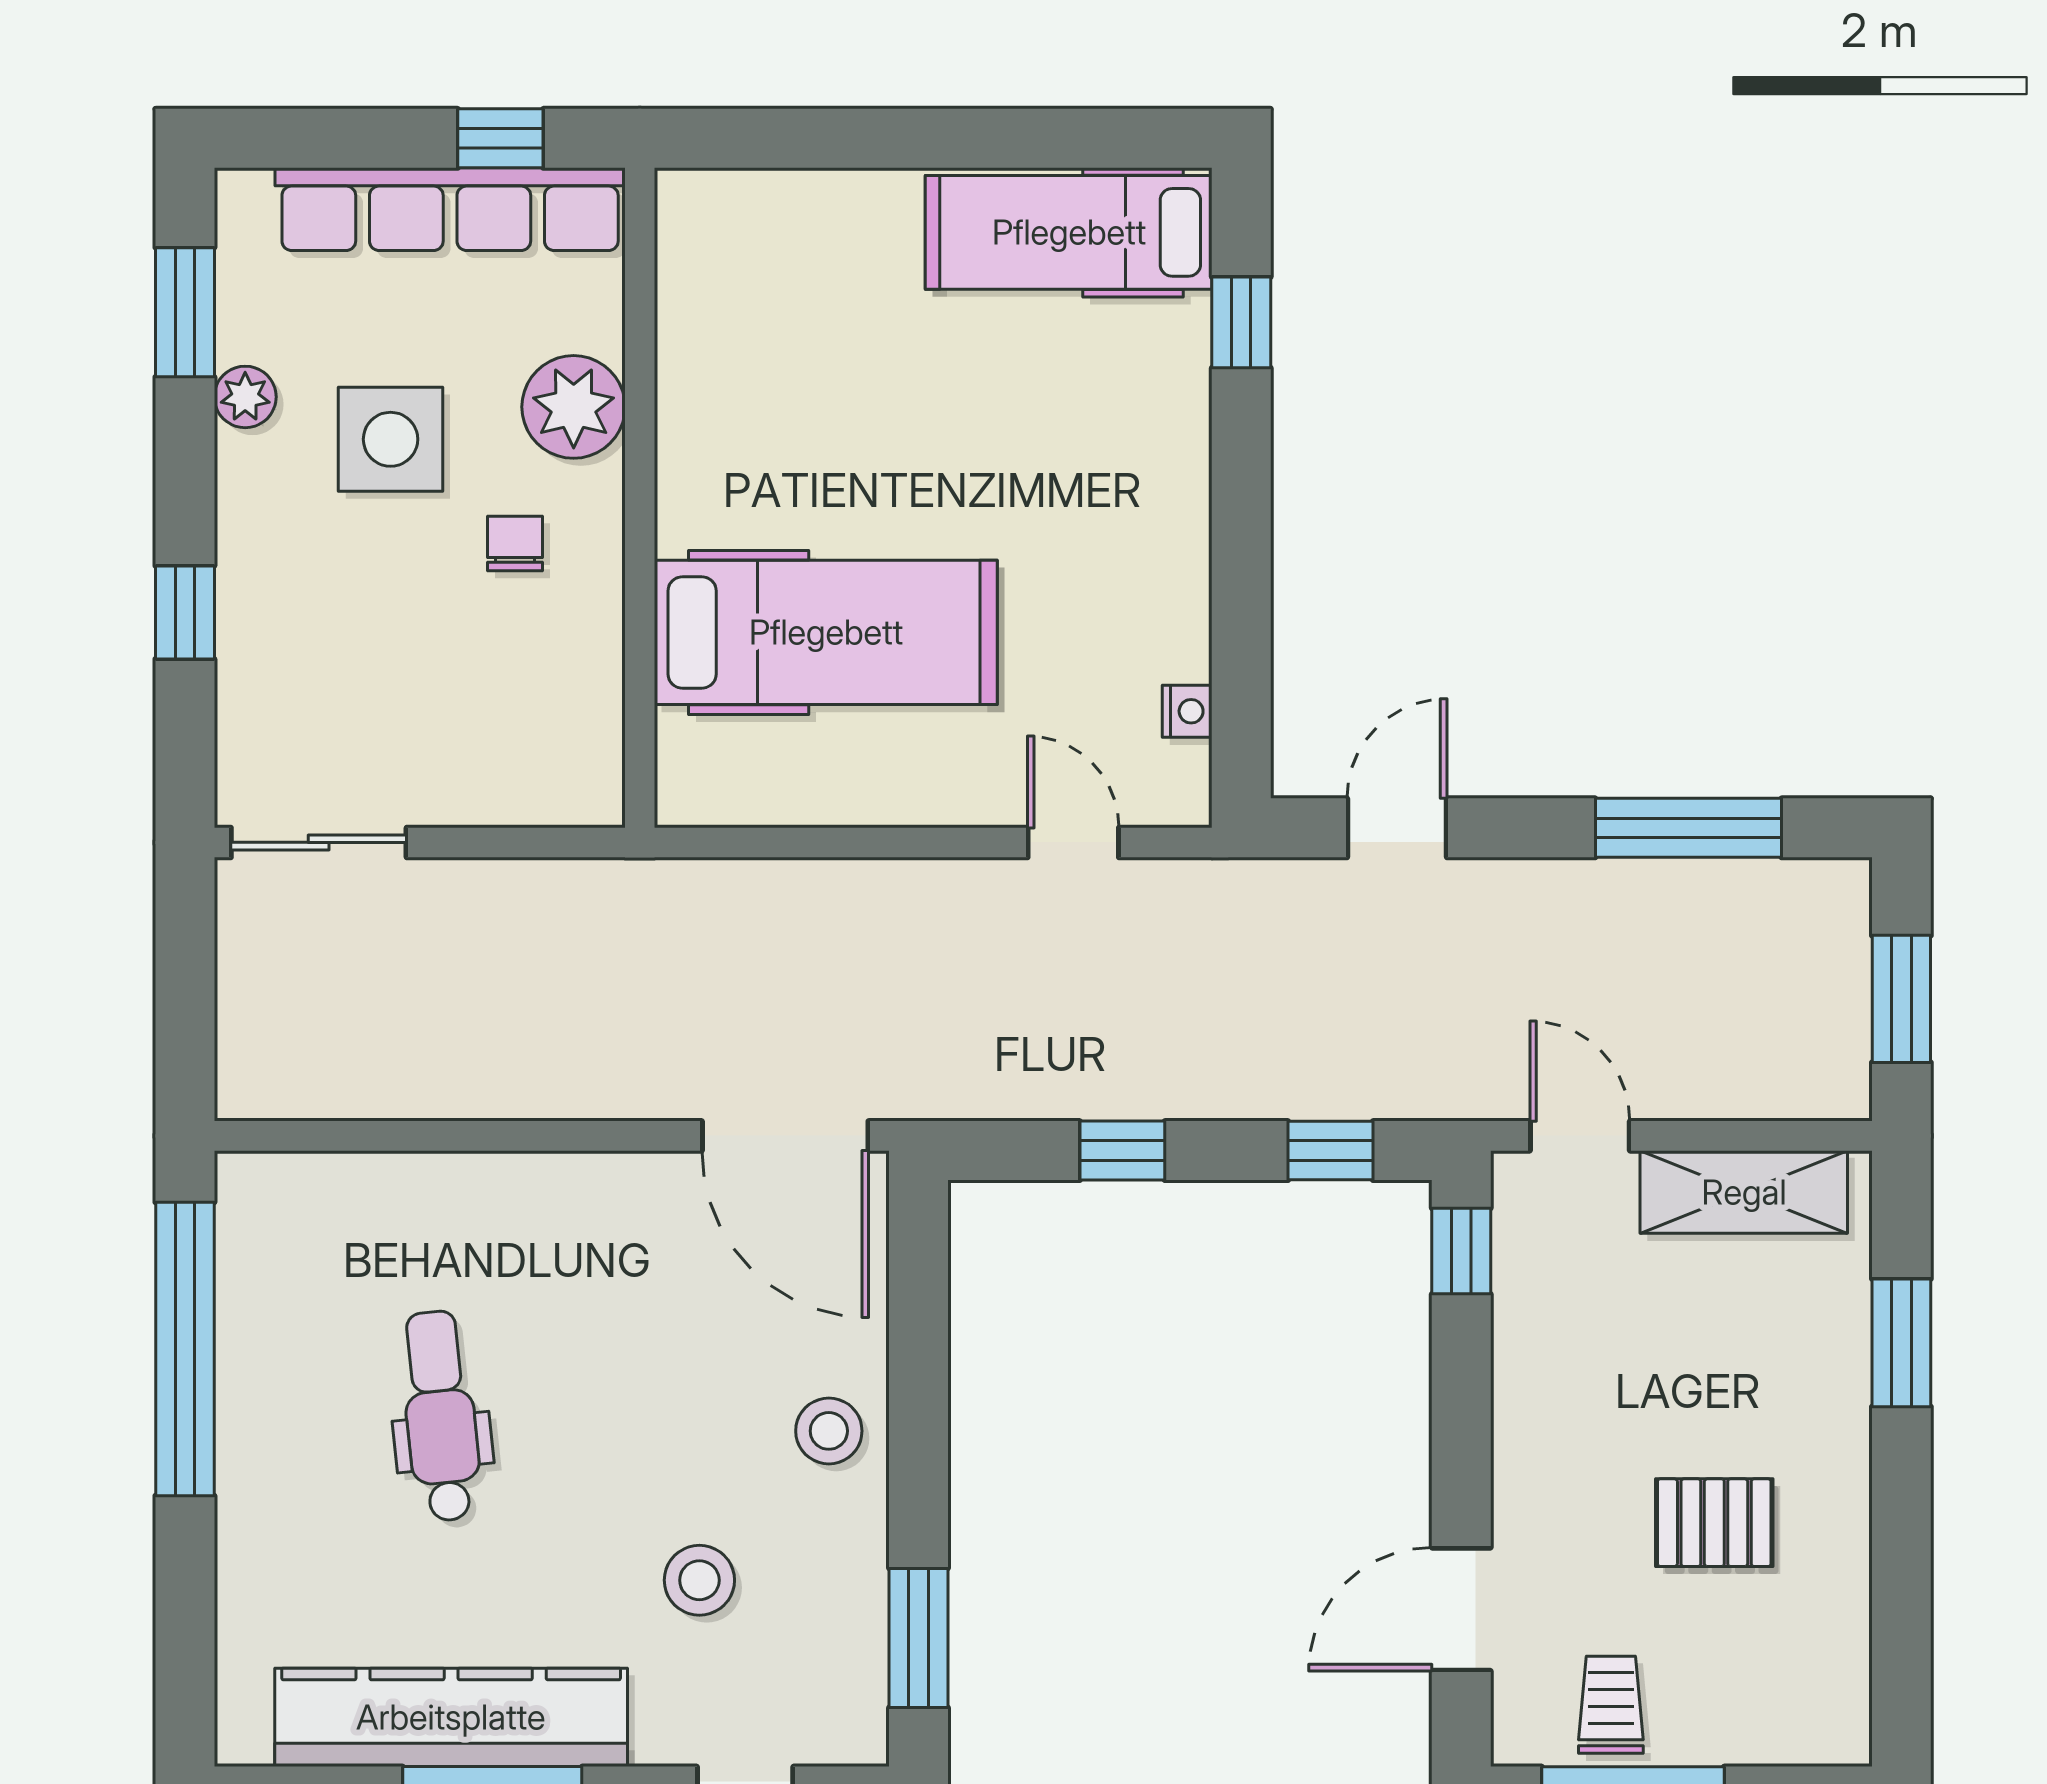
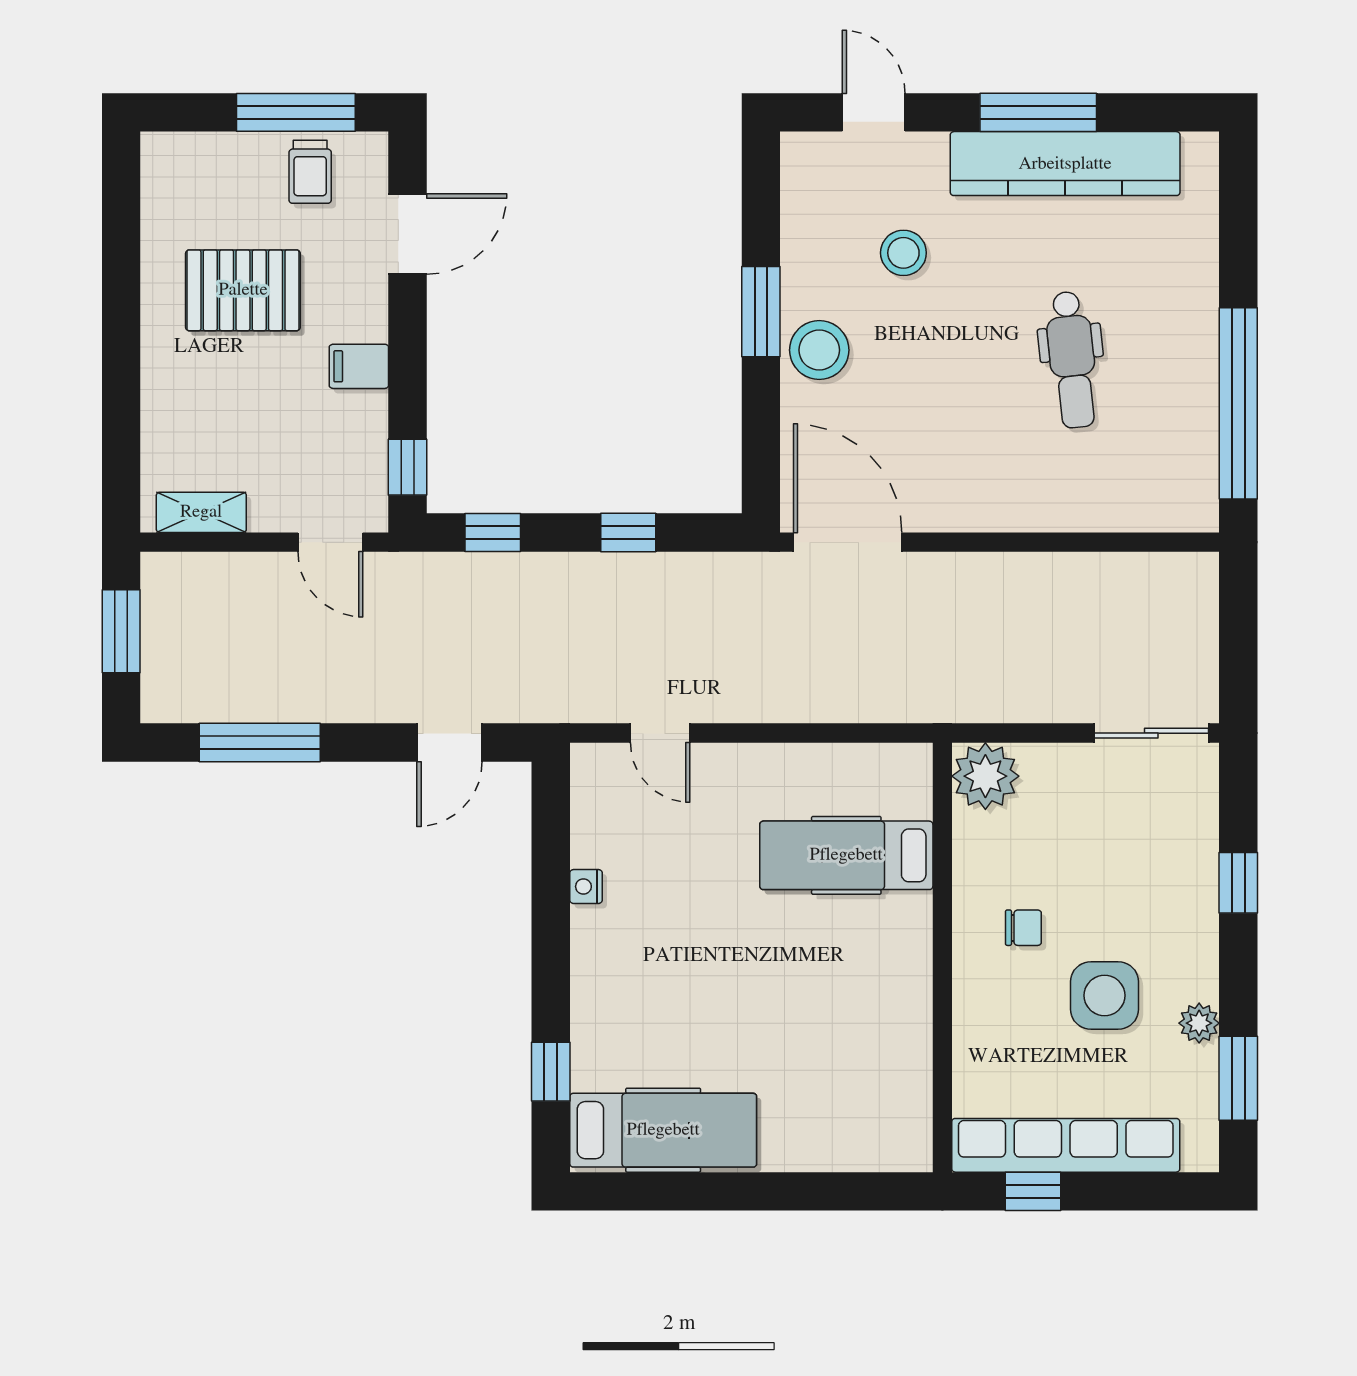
plant: (574, 407) -> (985, 776), moved
chair: (515, 543) -> (1023, 928), turned -90
hospital bed: (826, 632) -> (846, 855), width x0.73, depth x0.78
nightstand: (1187, 711) -> (586, 887), moved
shelving: (1744, 1192) -> (201, 512), width x0.67, depth x0.75
window: (1901, 1343) -> (121, 407), removed
filing cabinet: (1536, 1406) -> (359, 366), added
stool: (829, 1431) -> (819, 350), width x1.38, depth x1.38
pallet: (1714, 1523) -> (243, 290), width x1.50, depth x1.42
window: (918, 1638) -> (761, 312), moved

